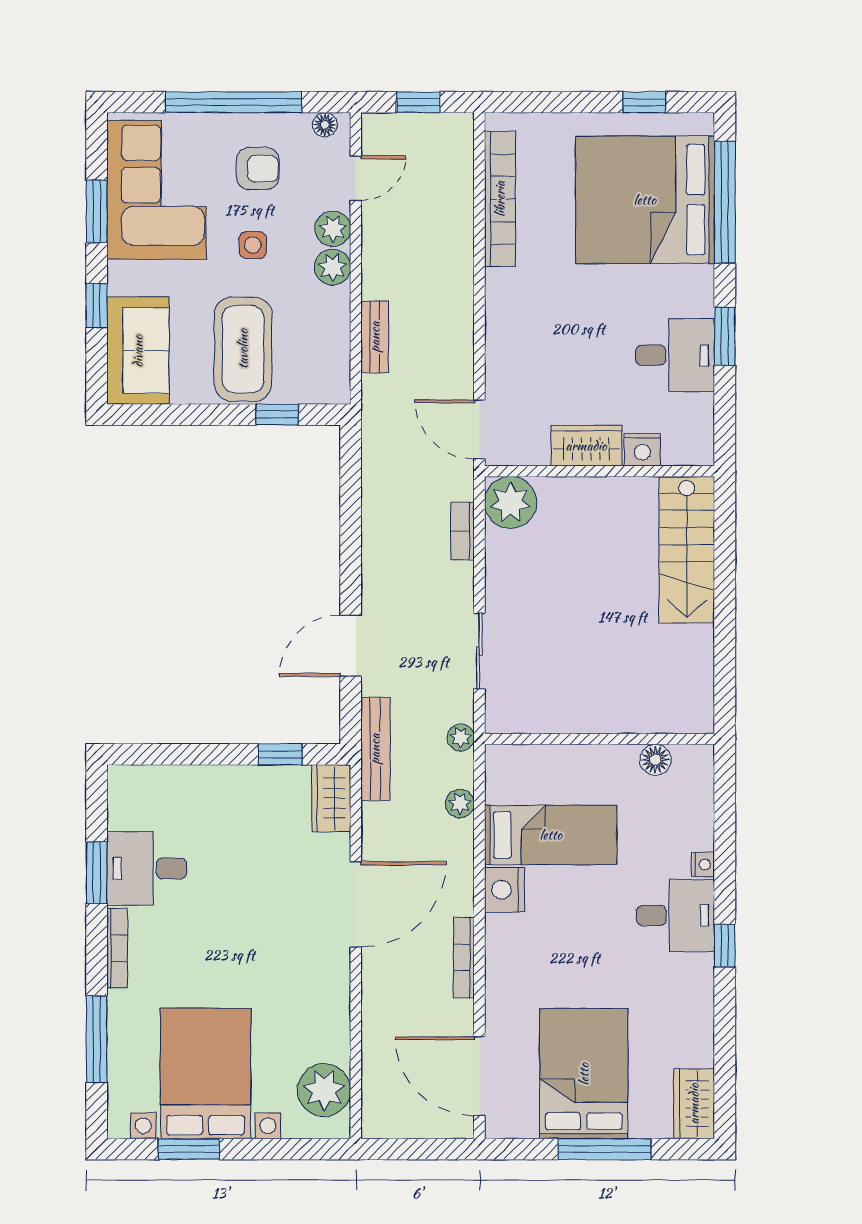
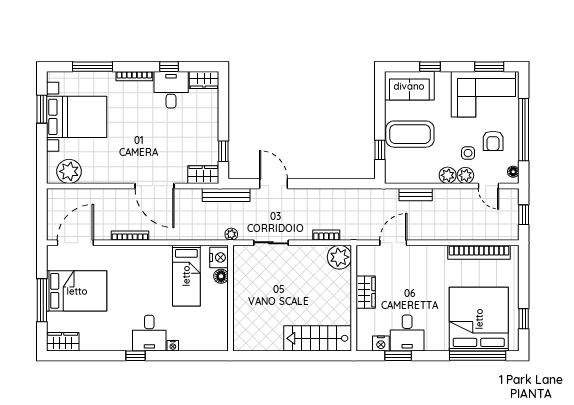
window: (97, 211) -> (489, 67), moved
side table: (253, 245) -> (468, 153), moved
window: (725, 336) -> (398, 356), moved
door: (479, 429) -> (393, 243), moved
nightstand: (642, 450) -> (381, 343), moved, turned -90
floor lamp: (655, 760) -> (221, 276), moved
wardrobe: (125, 797) -> (204, 80), added
plant: (460, 804) -> (201, 234), removed
window: (97, 873) -> (169, 67), width x0.67
nightstand: (505, 890) -> (219, 257), moved, turned 90

